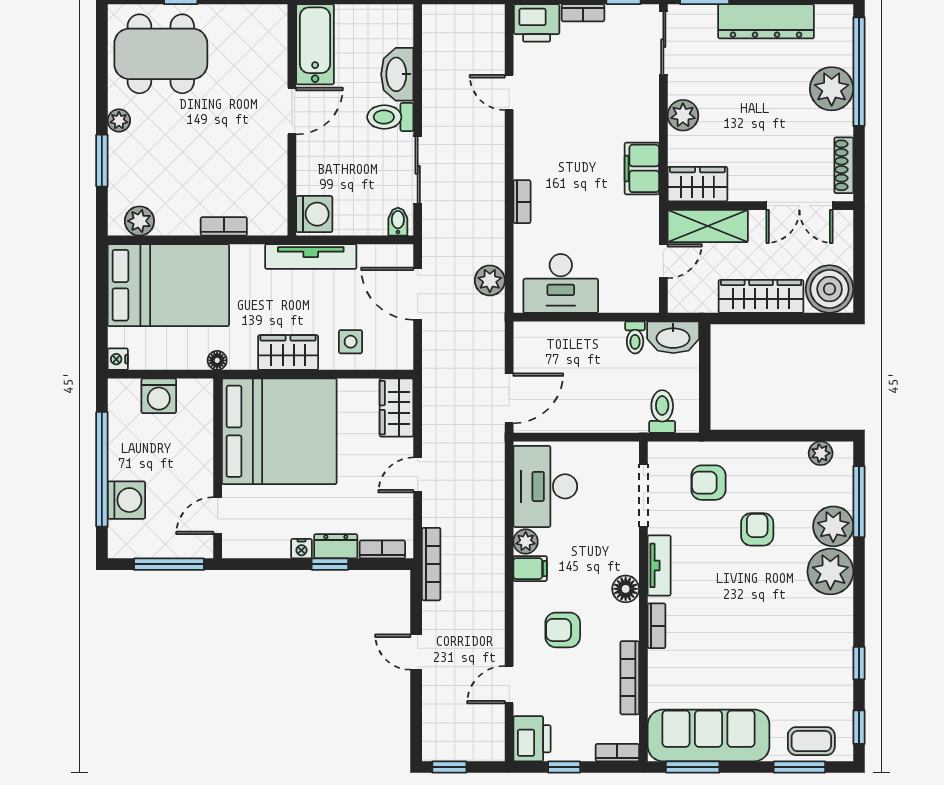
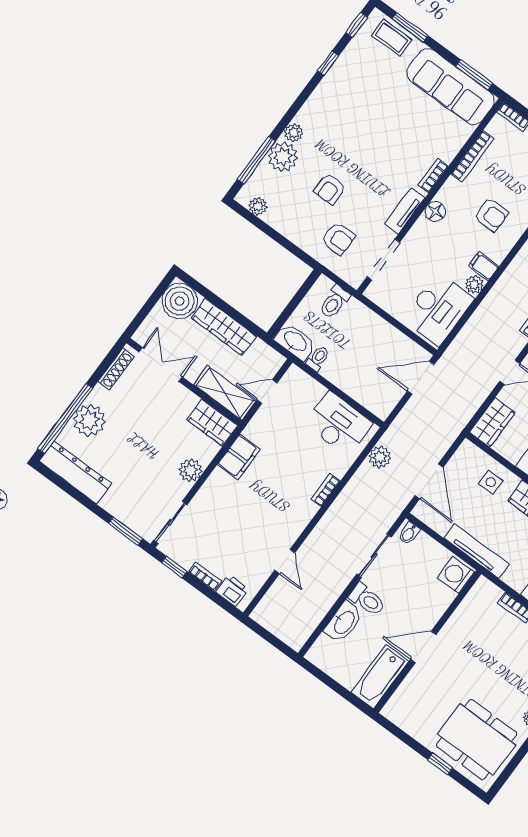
dresser: (766, 21) -> (75, 473), moved
printer: (537, 23) -> (232, 590), width x0.73, depth x0.81
plant: (830, 572) -> (293, 133), width x0.53, depth x0.53

